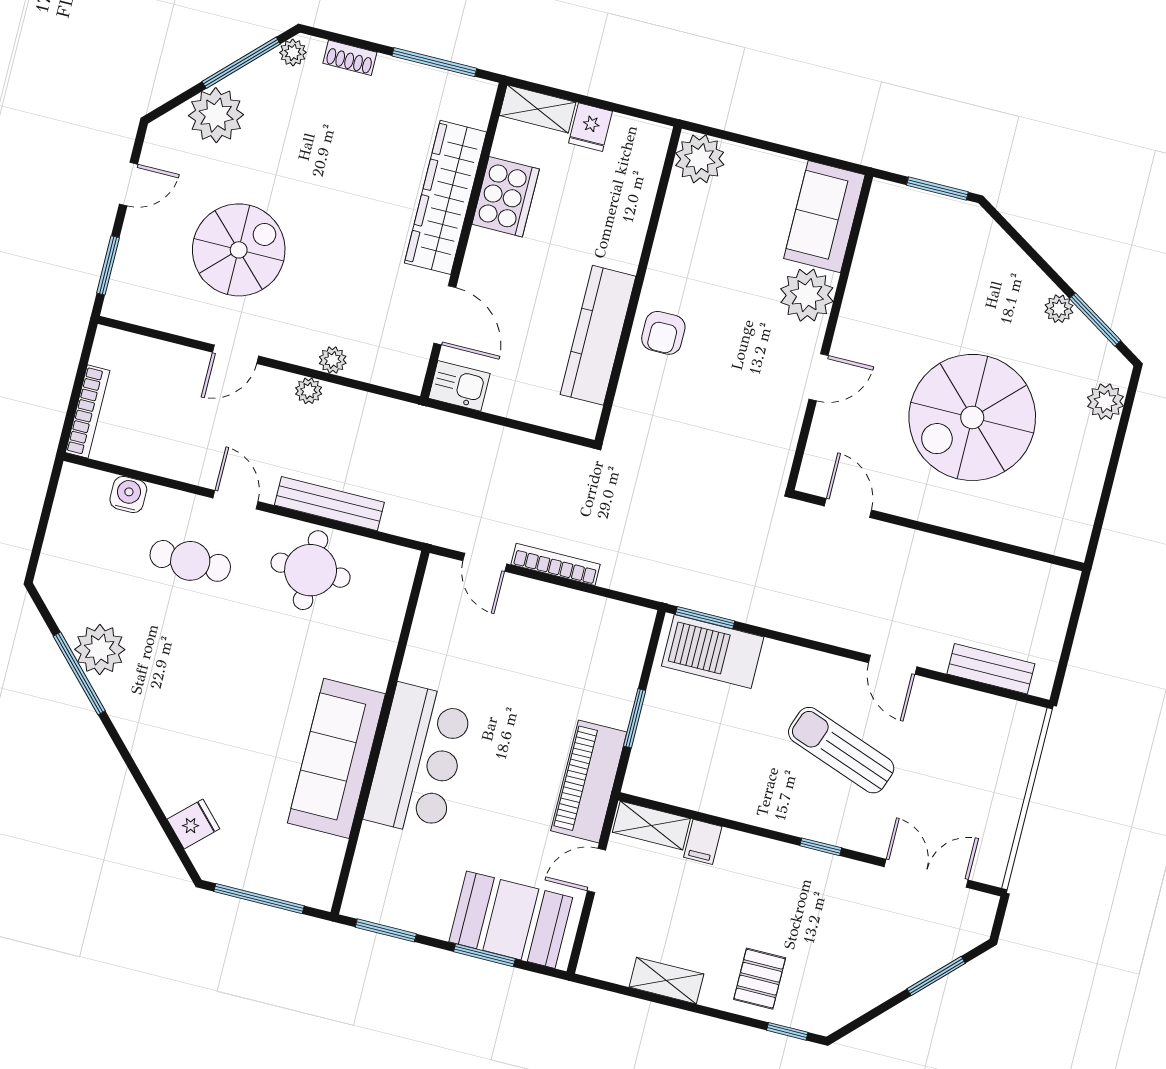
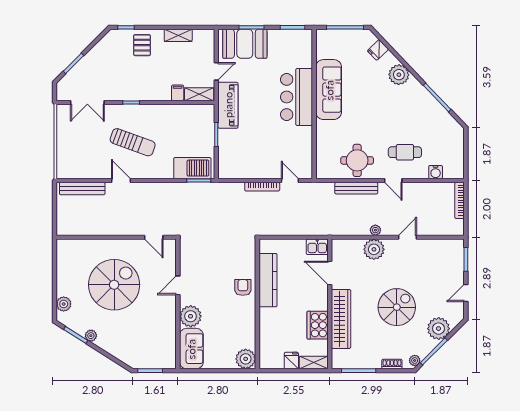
spiral stairs: (239, 250) -> (397, 307), moved, turned 180
plant: (333, 360) -> (374, 249), width x1.87, depth x1.87
plant: (100, 650) -> (399, 75), moved
bench: (991, 669) -> (82, 189), width x1.36

